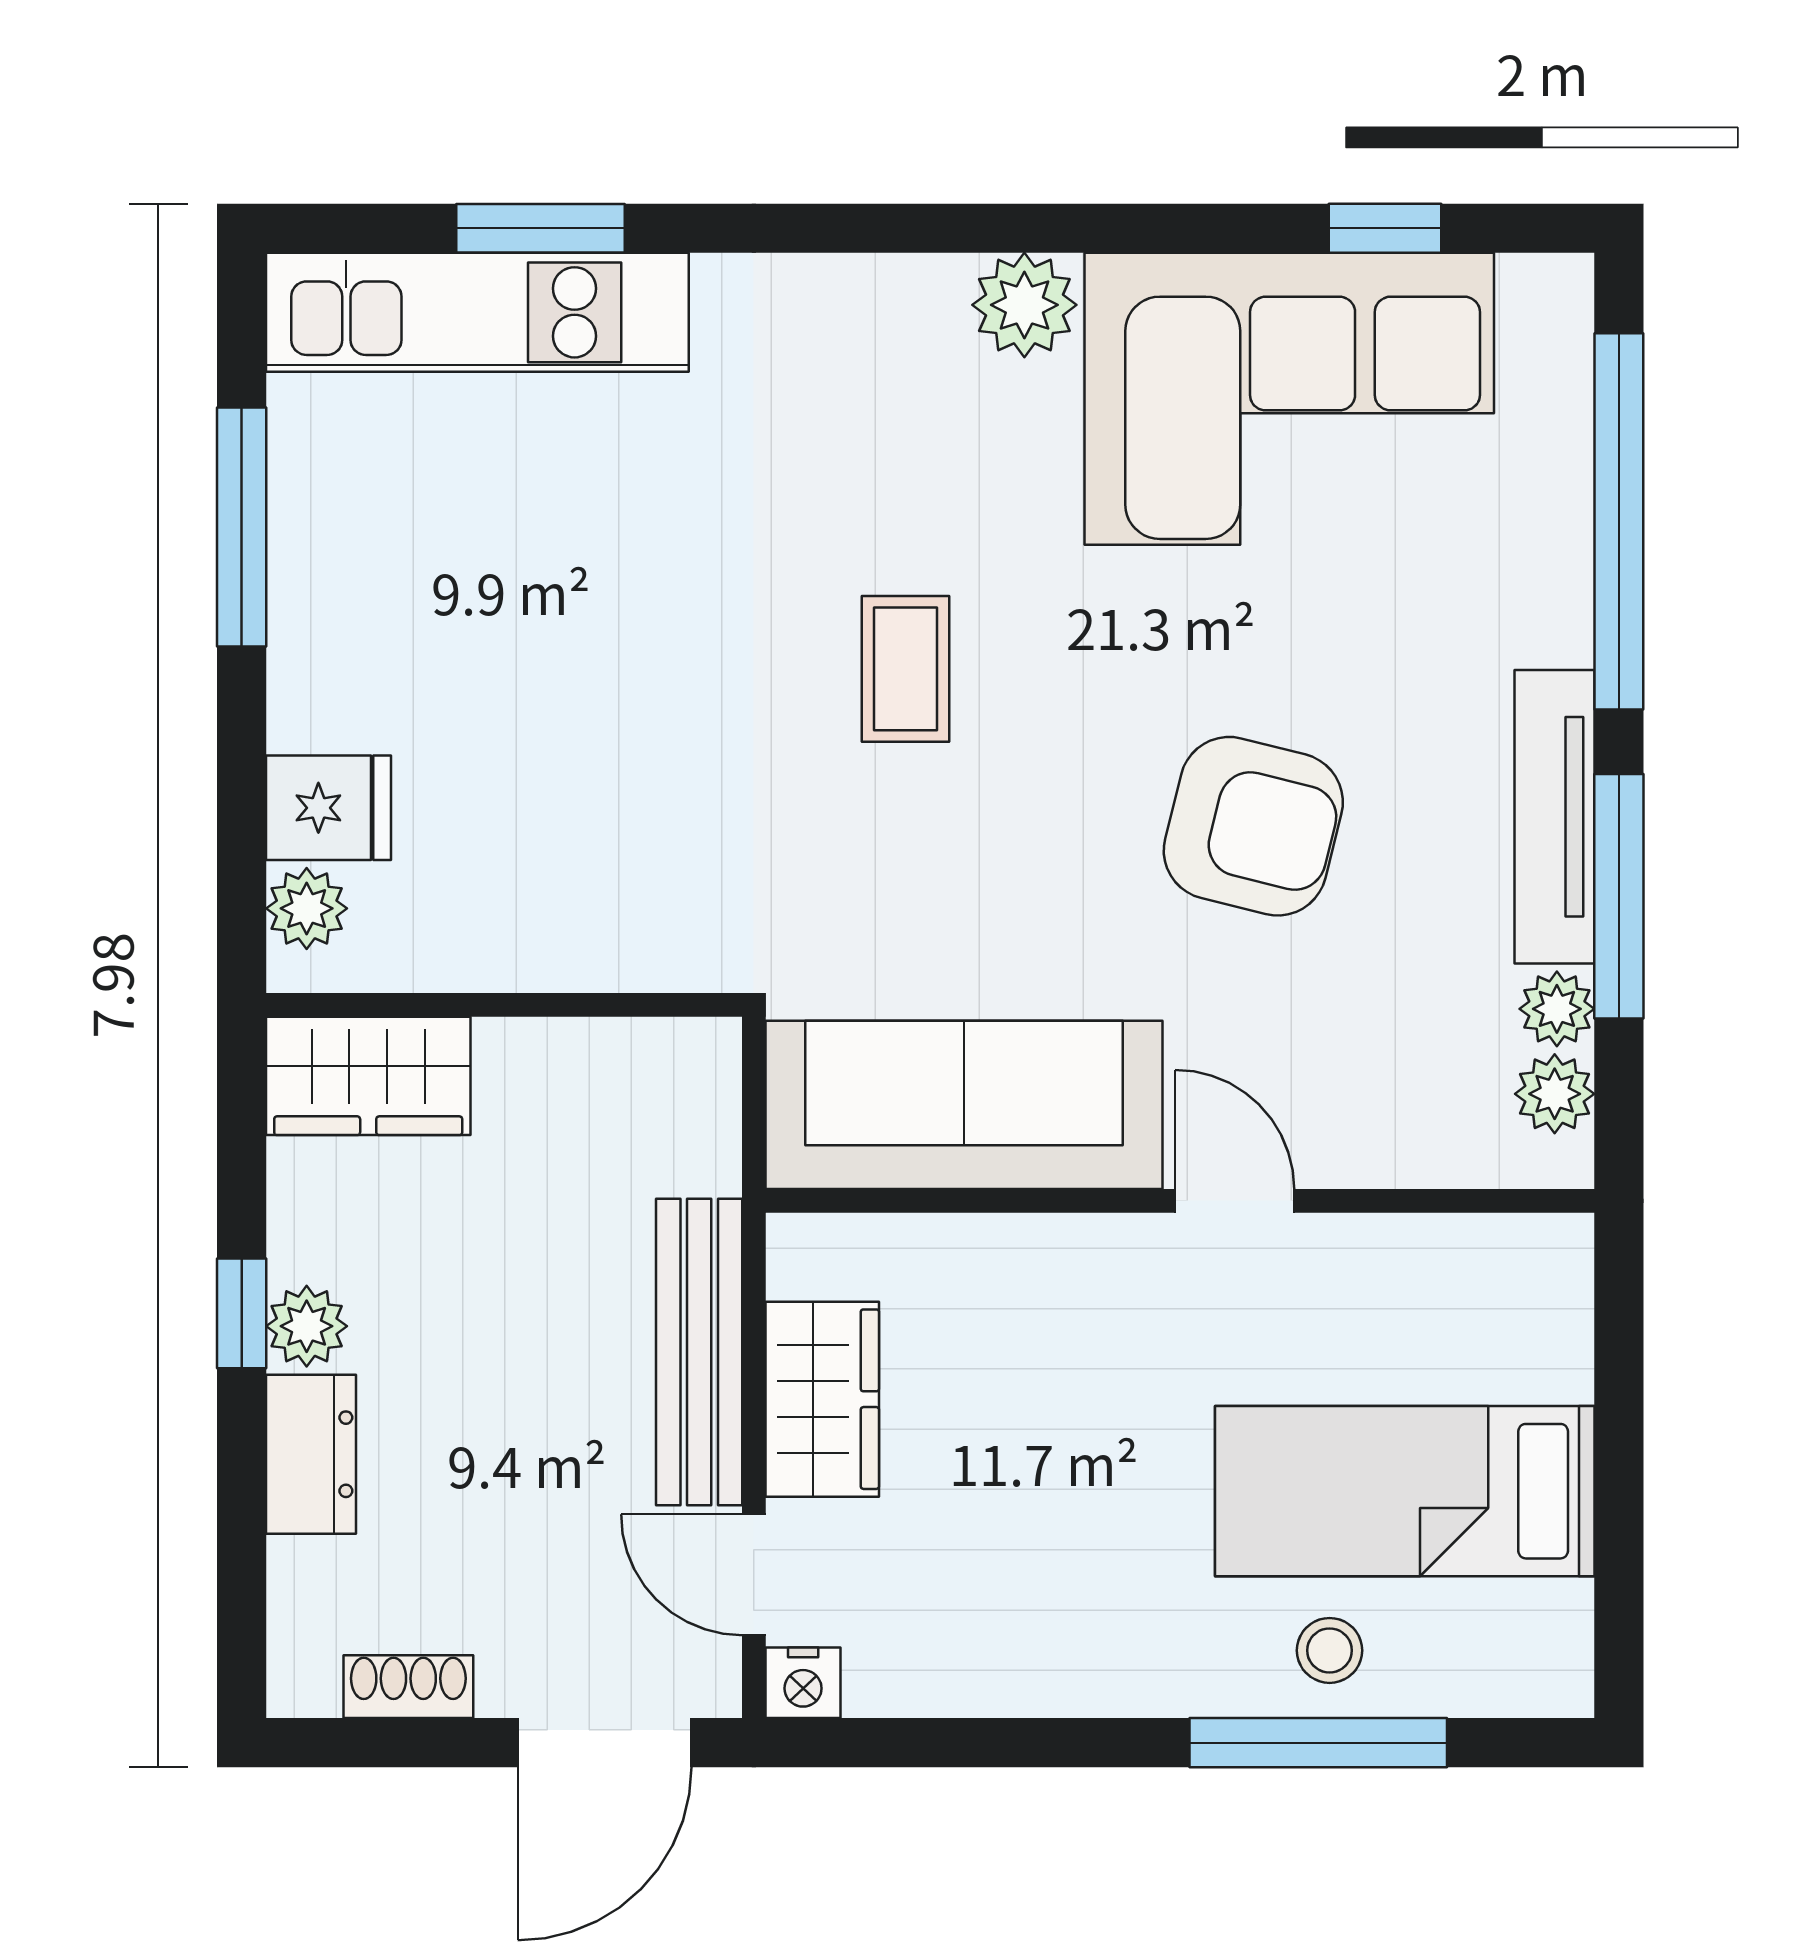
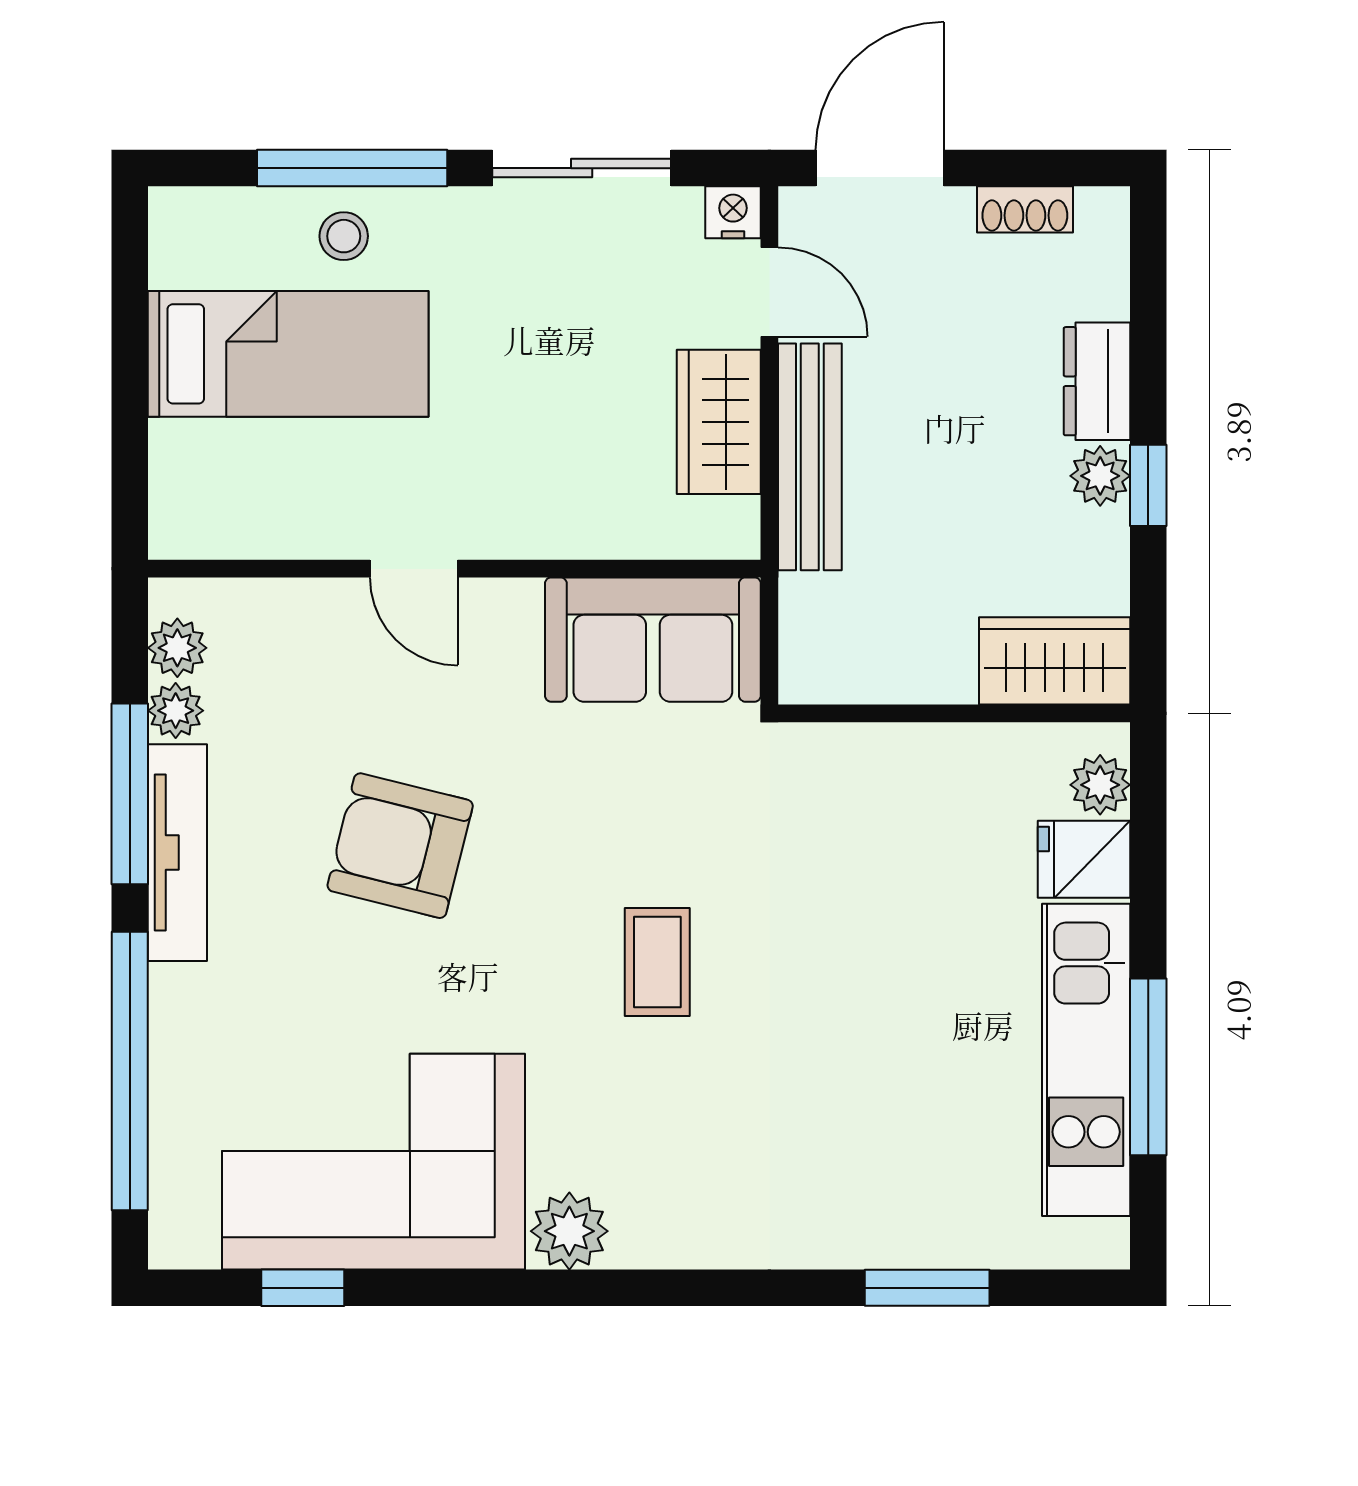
kitchen unit: (477, 312) -> (1086, 1060), moved, turned -90
sofa: (964, 1105) -> (653, 640), width x0.73
sliding door: (1008, 1743) -> (582, 168), added

